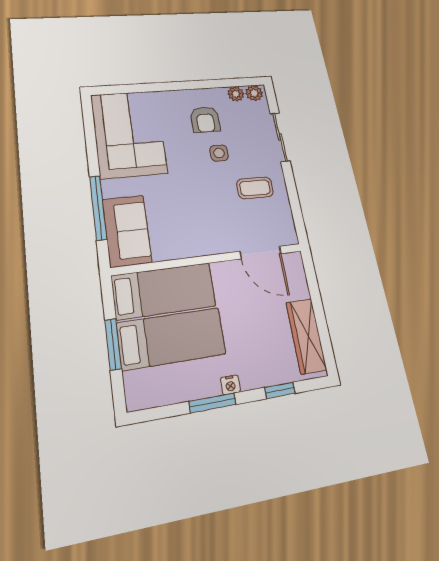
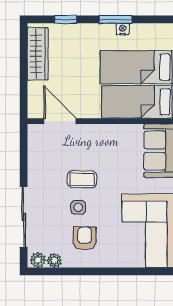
sliding door: (280, 137) -> (24, 217), width x1.37
coffee table: (255, 188) -> (82, 179), moved
nightstand: (230, 385) -> (123, 29), moved

